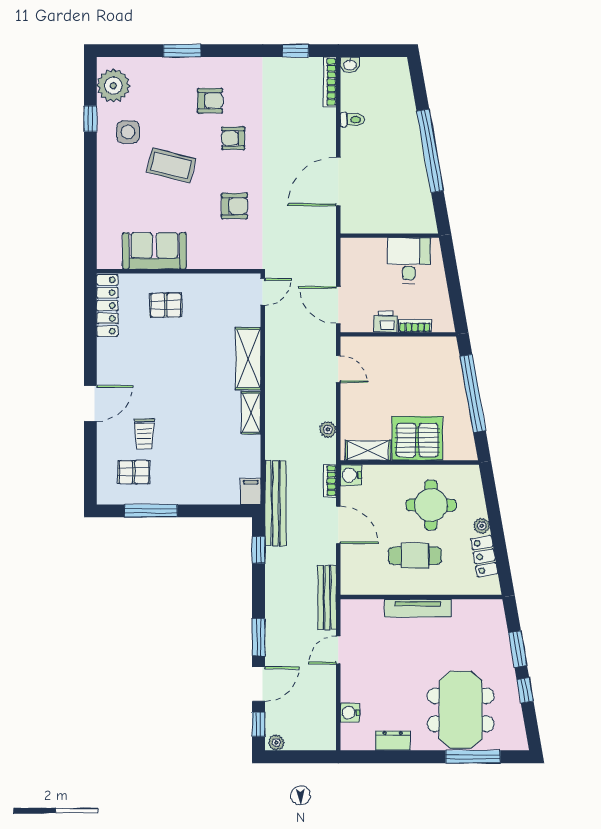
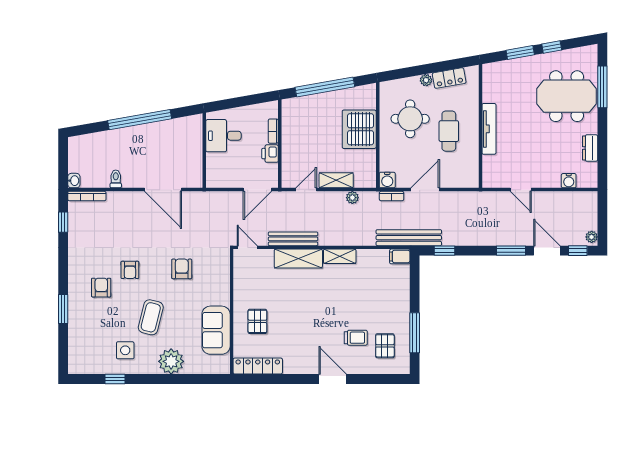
plant: (113, 86) -> (171, 361), moved
shelving: (368, 450) -> (336, 180), moved, turned 90
bench: (327, 597) -> (293, 239), moved

